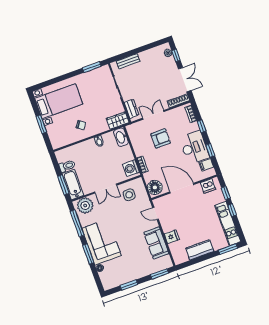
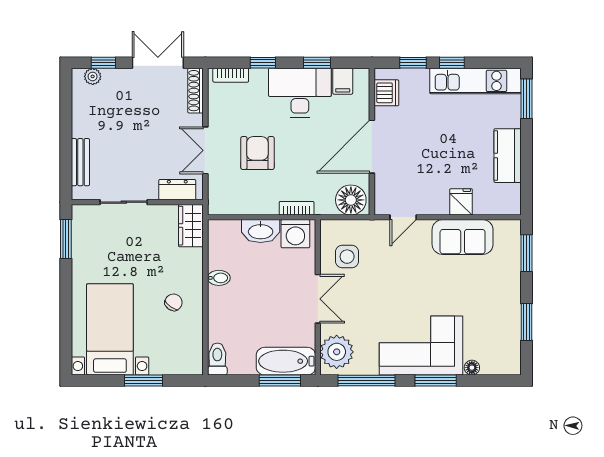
washbasin: (121, 137) -> (261, 231), moved
toilet: (67, 166) -> (217, 359), moved

